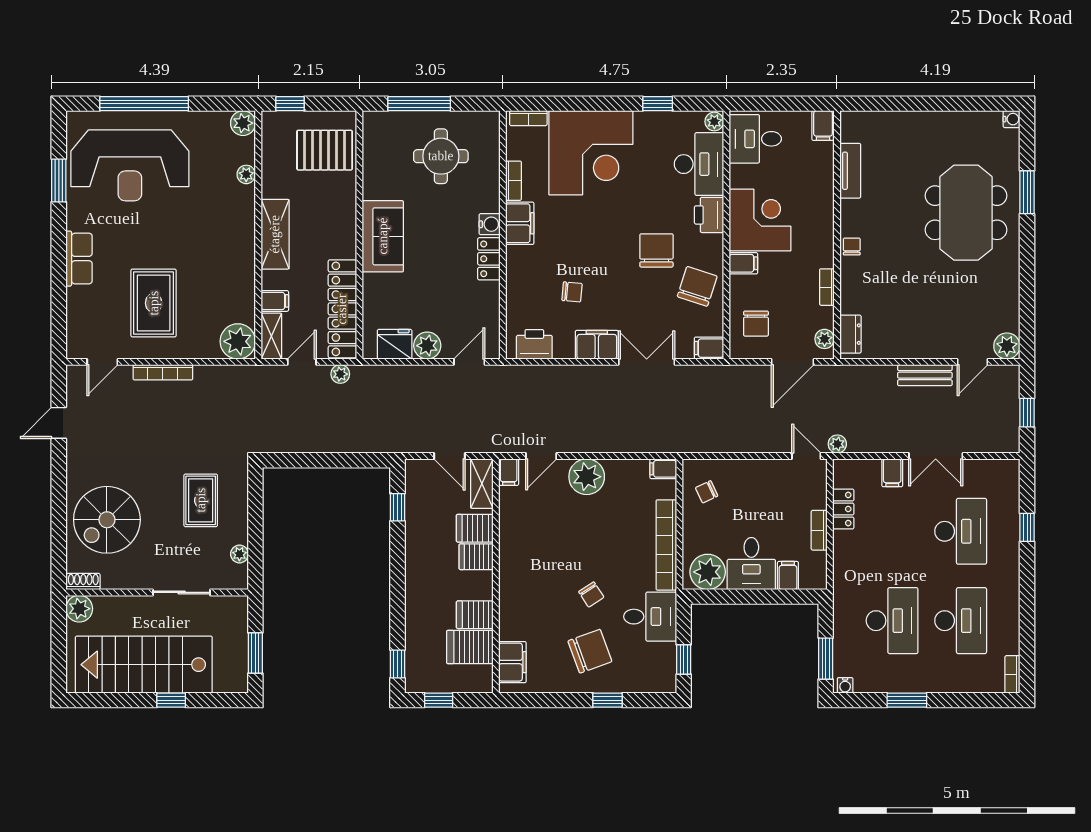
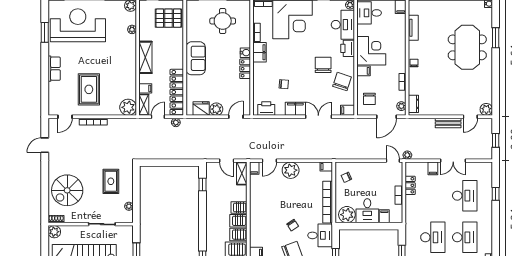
reception desk: (130, 165) -> (78, 25), turned 180
server rack: (475, 528) -> (238, 221), moved

